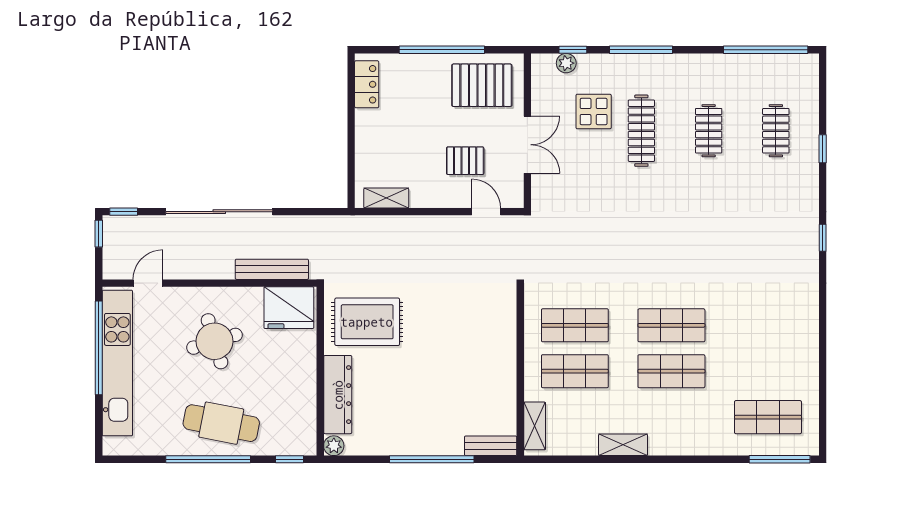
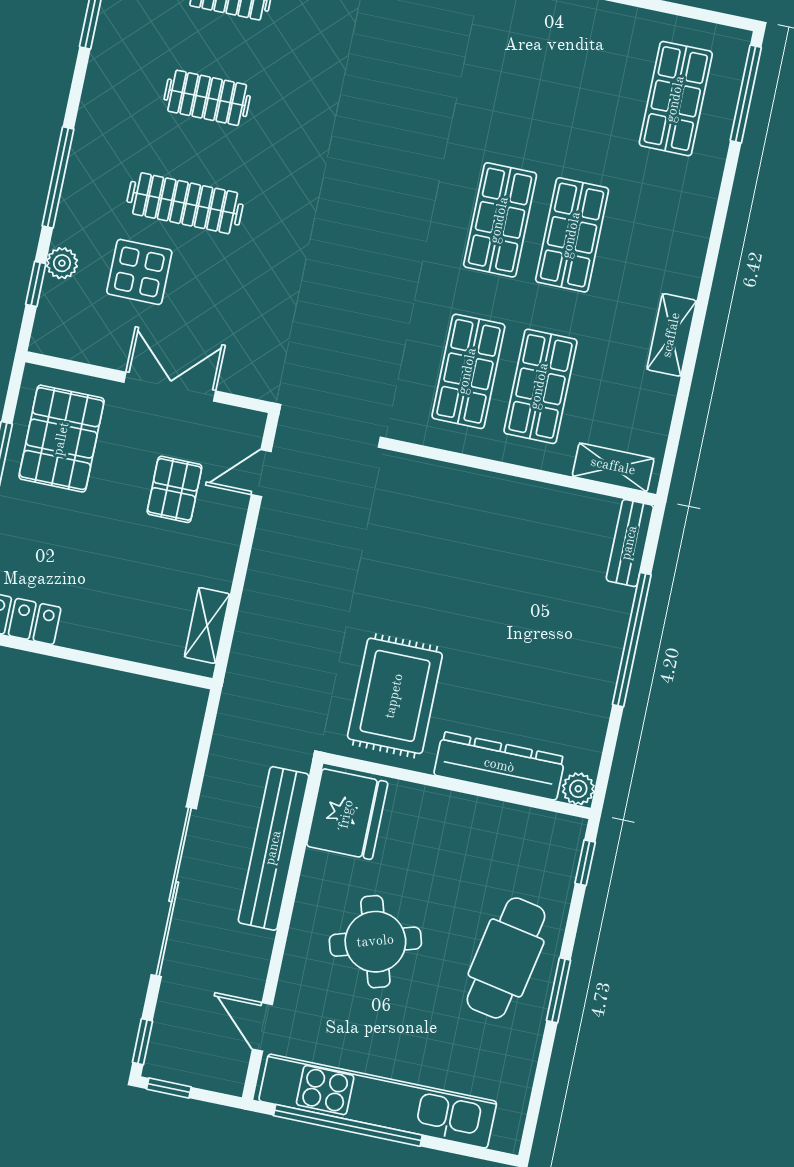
plant: (566, 63) -> (62, 263), moved
bench: (272, 269) -> (274, 848), width x1.37, depth x1.21
window: (208, 459) -> (558, 990), width x0.47

